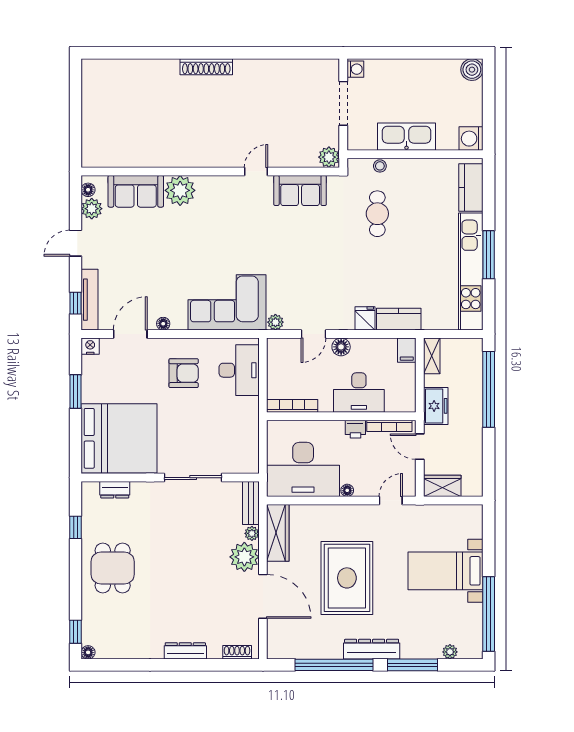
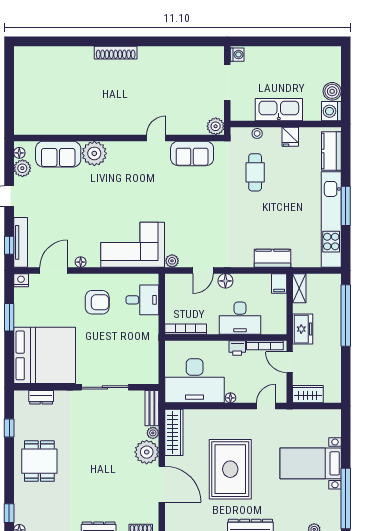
boiler: (472, 70) -> (332, 91), moved
fridge: (365, 318) -> (290, 137), moved, turned 180
desk: (239, 370) -> (142, 300), width x0.73

